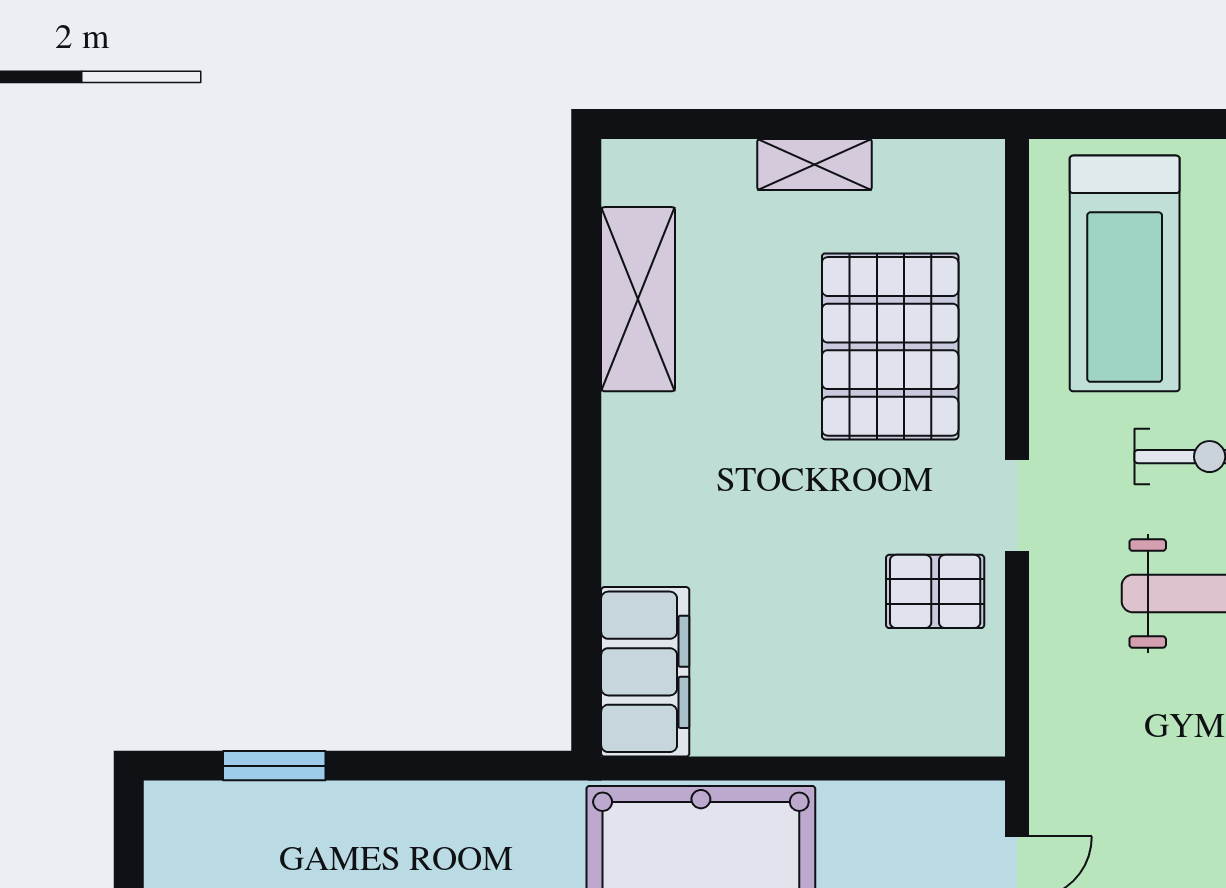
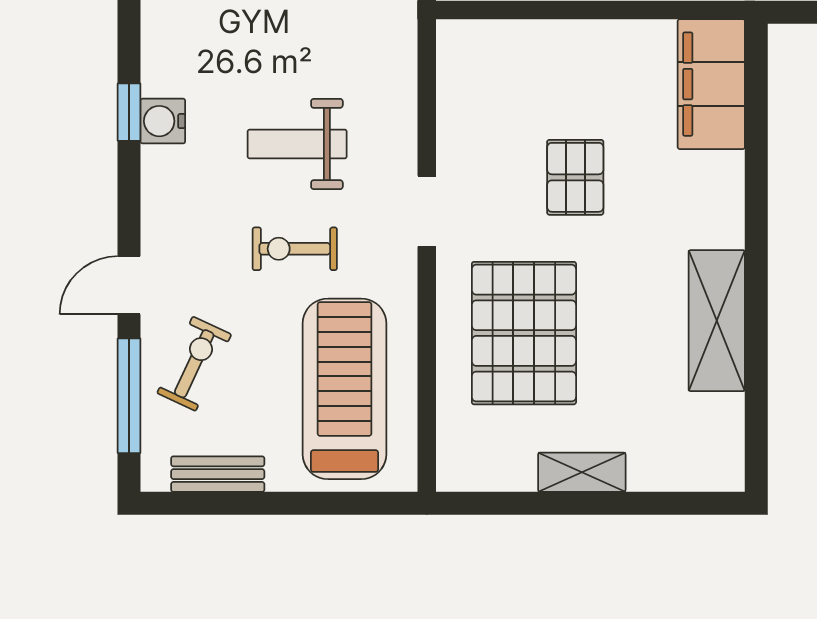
shelving: (638, 299) -> (717, 321), moved
pallet: (935, 591) -> (575, 177), moved, turned 90

